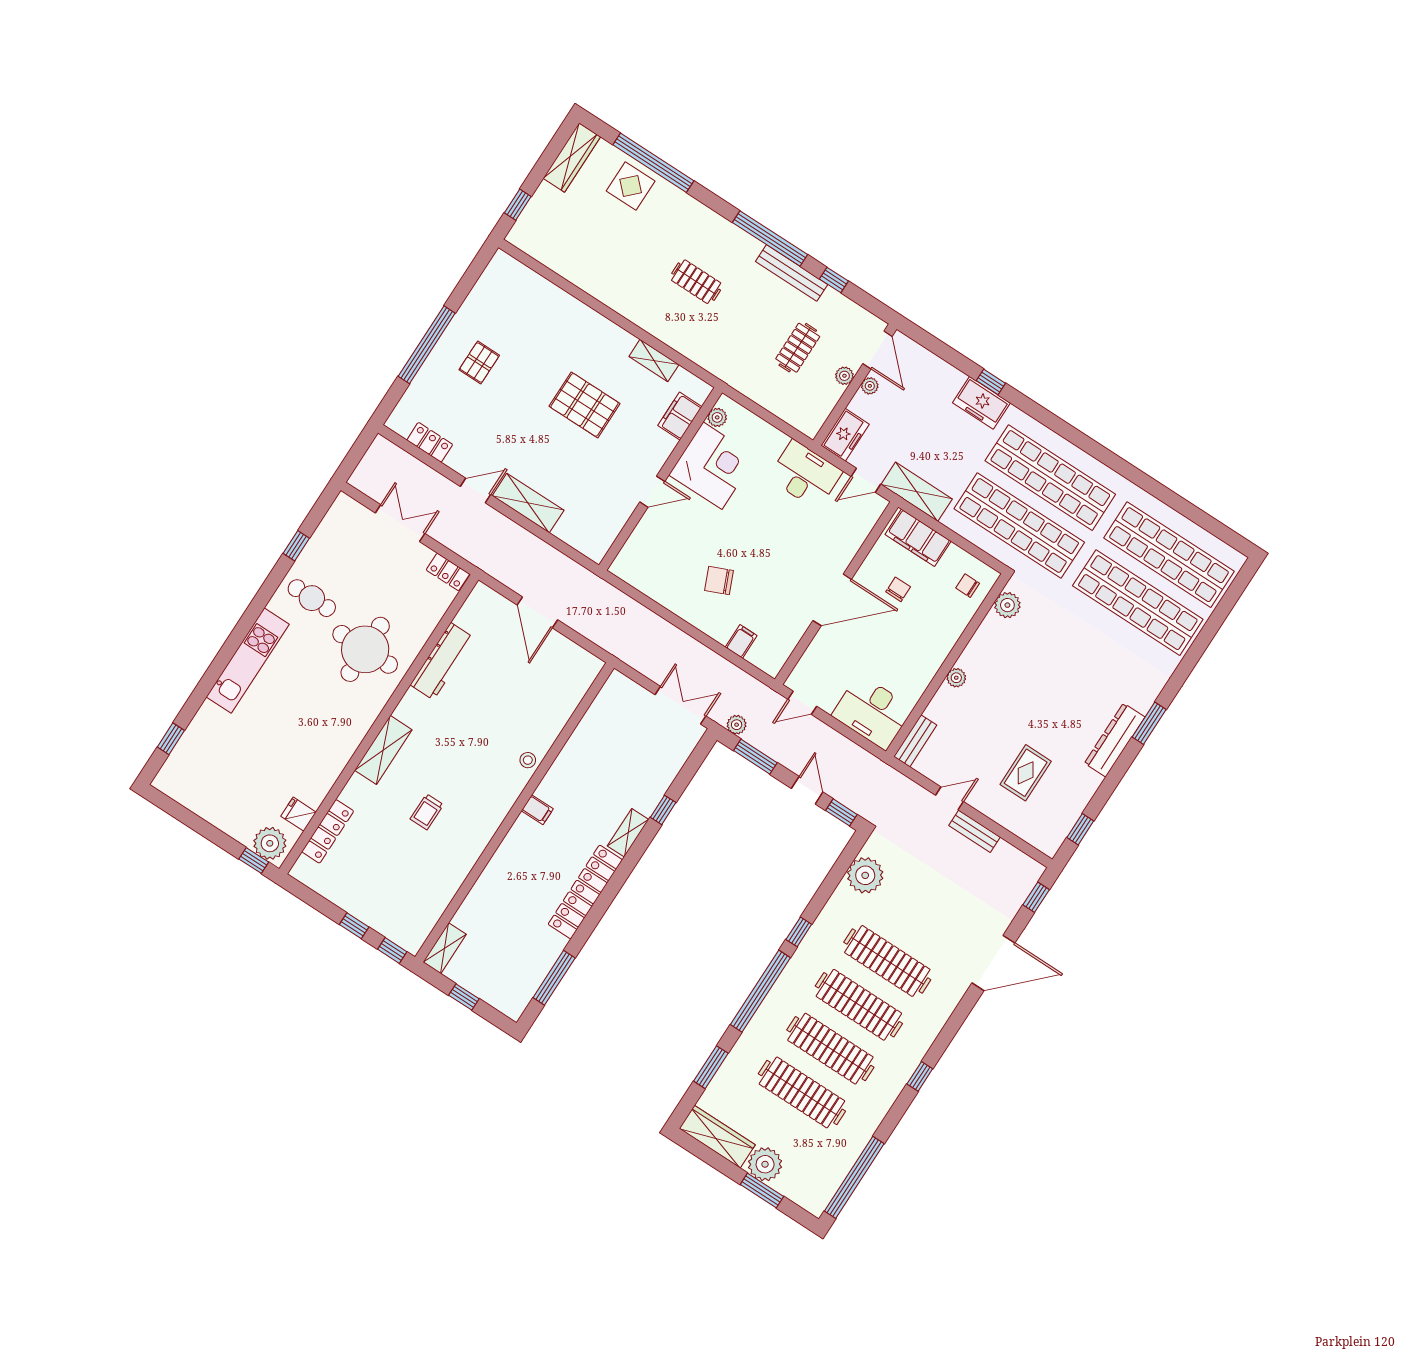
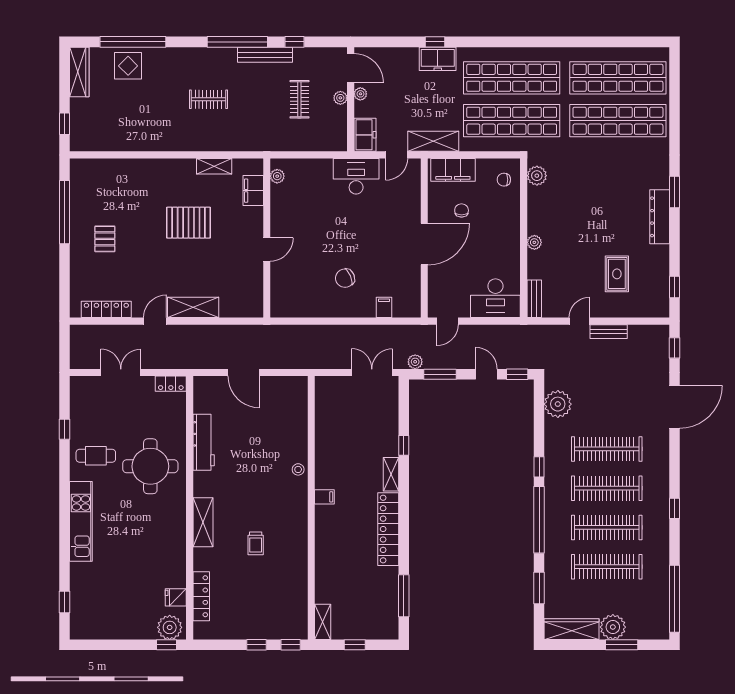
window: (427, 345) -> (65, 212), moved
locker: (430, 442) -> (106, 309), width x1.53
corner desk: (712, 466) -> (294, 208), removed

